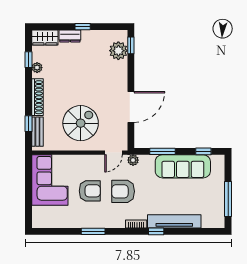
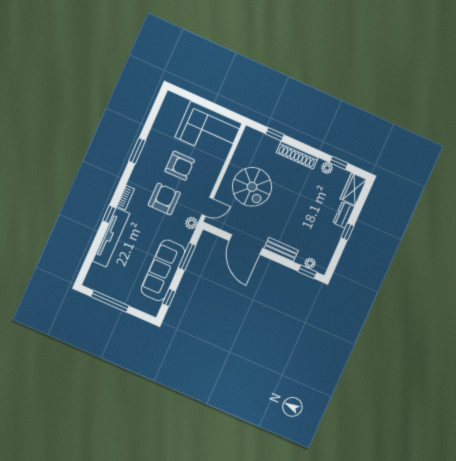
plant: (118, 51) -> (310, 263), width x0.53, depth x0.53
bench: (37, 132) -> (281, 249), moved
door: (114, 153) -> (208, 207), swing flipped
armchair: (90, 191) -> (180, 166), turned -90

